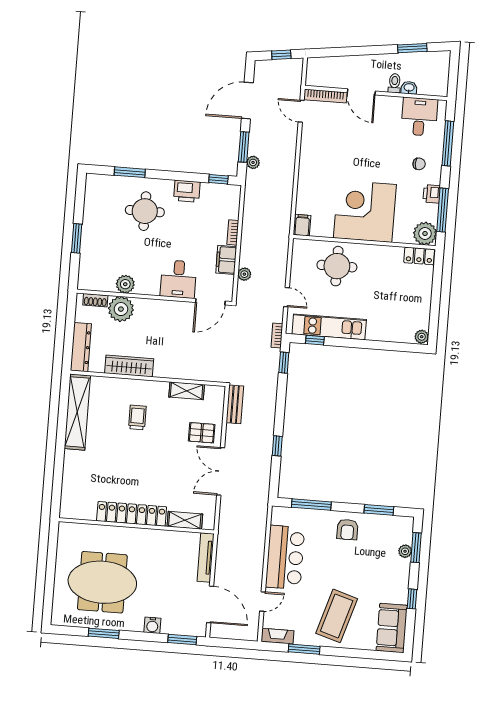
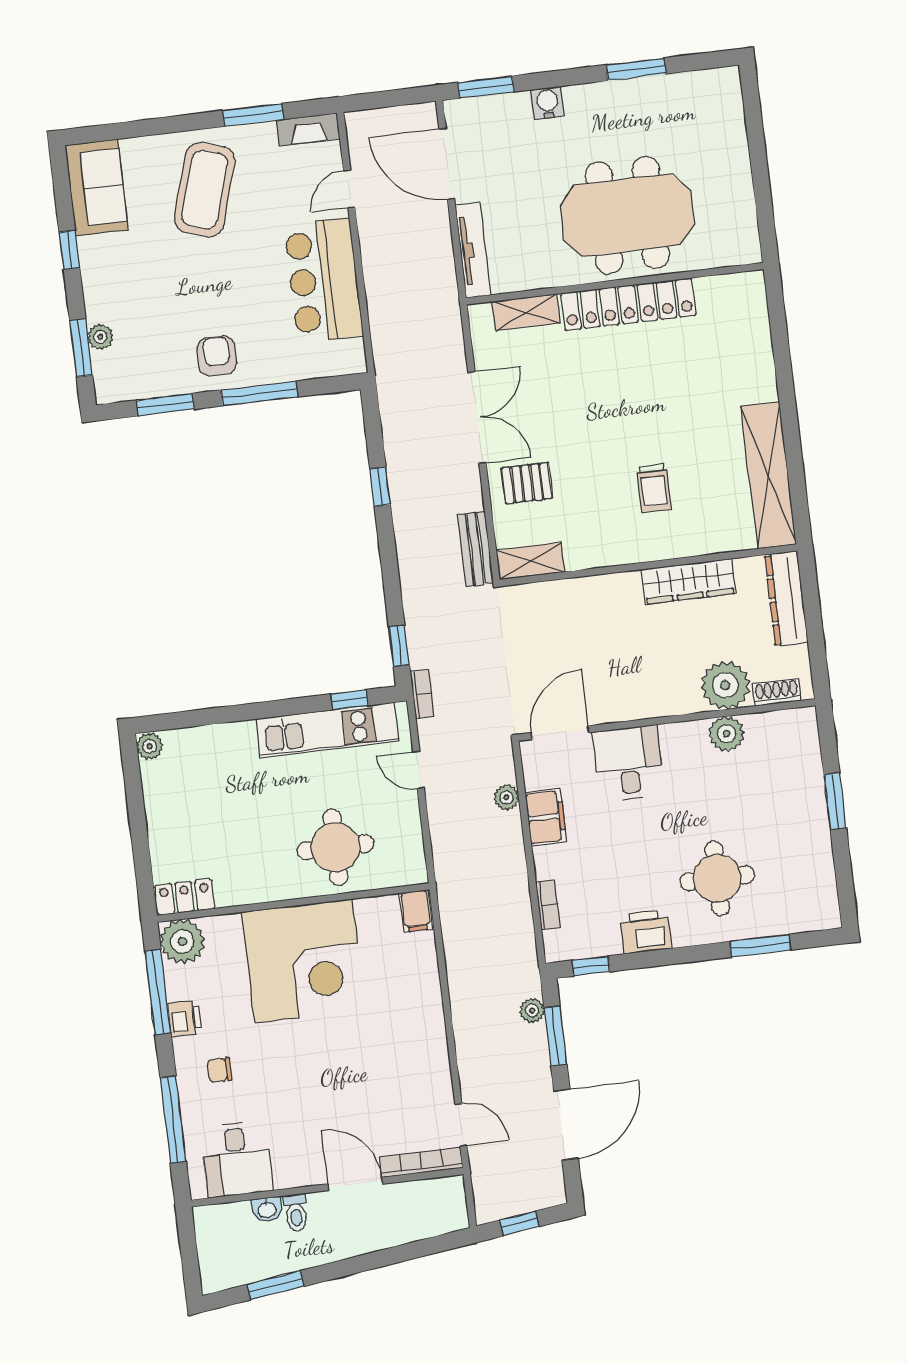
bookcase: (233, 232) -> (548, 905), moved
shelving: (187, 391) -> (530, 561), moved
window: (311, 505) -> (259, 393), moved
meeting table: (102, 582) -> (627, 215), moved

